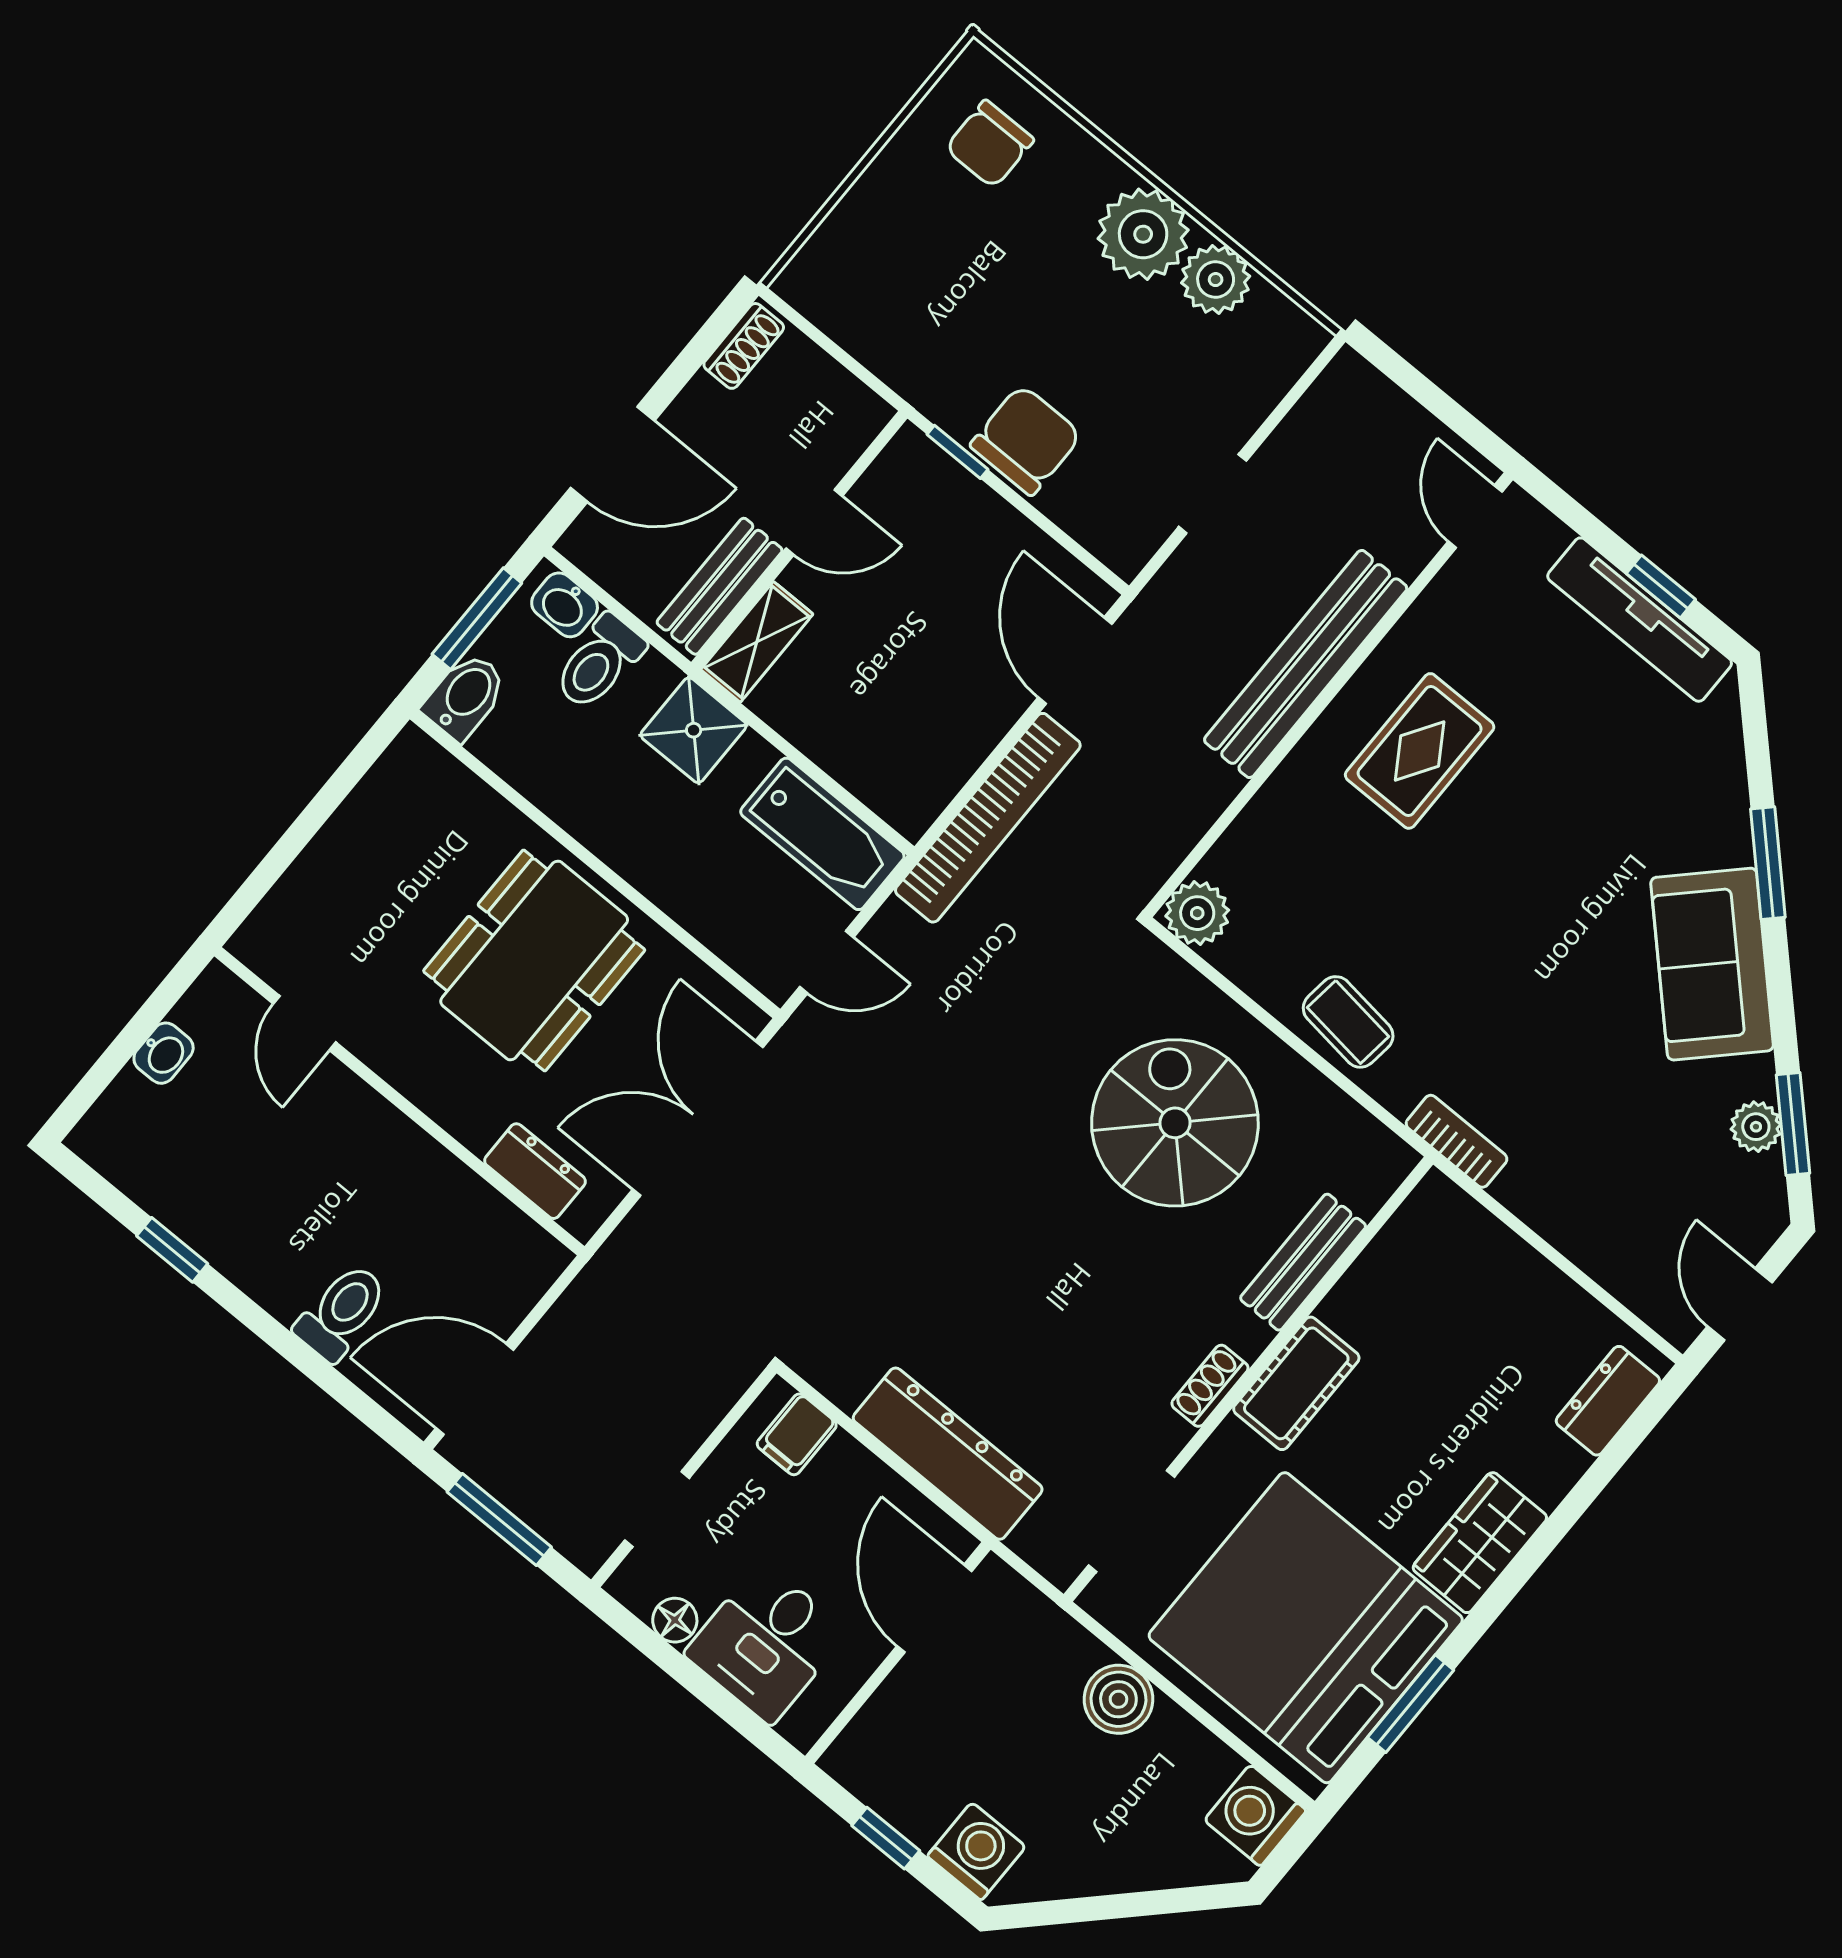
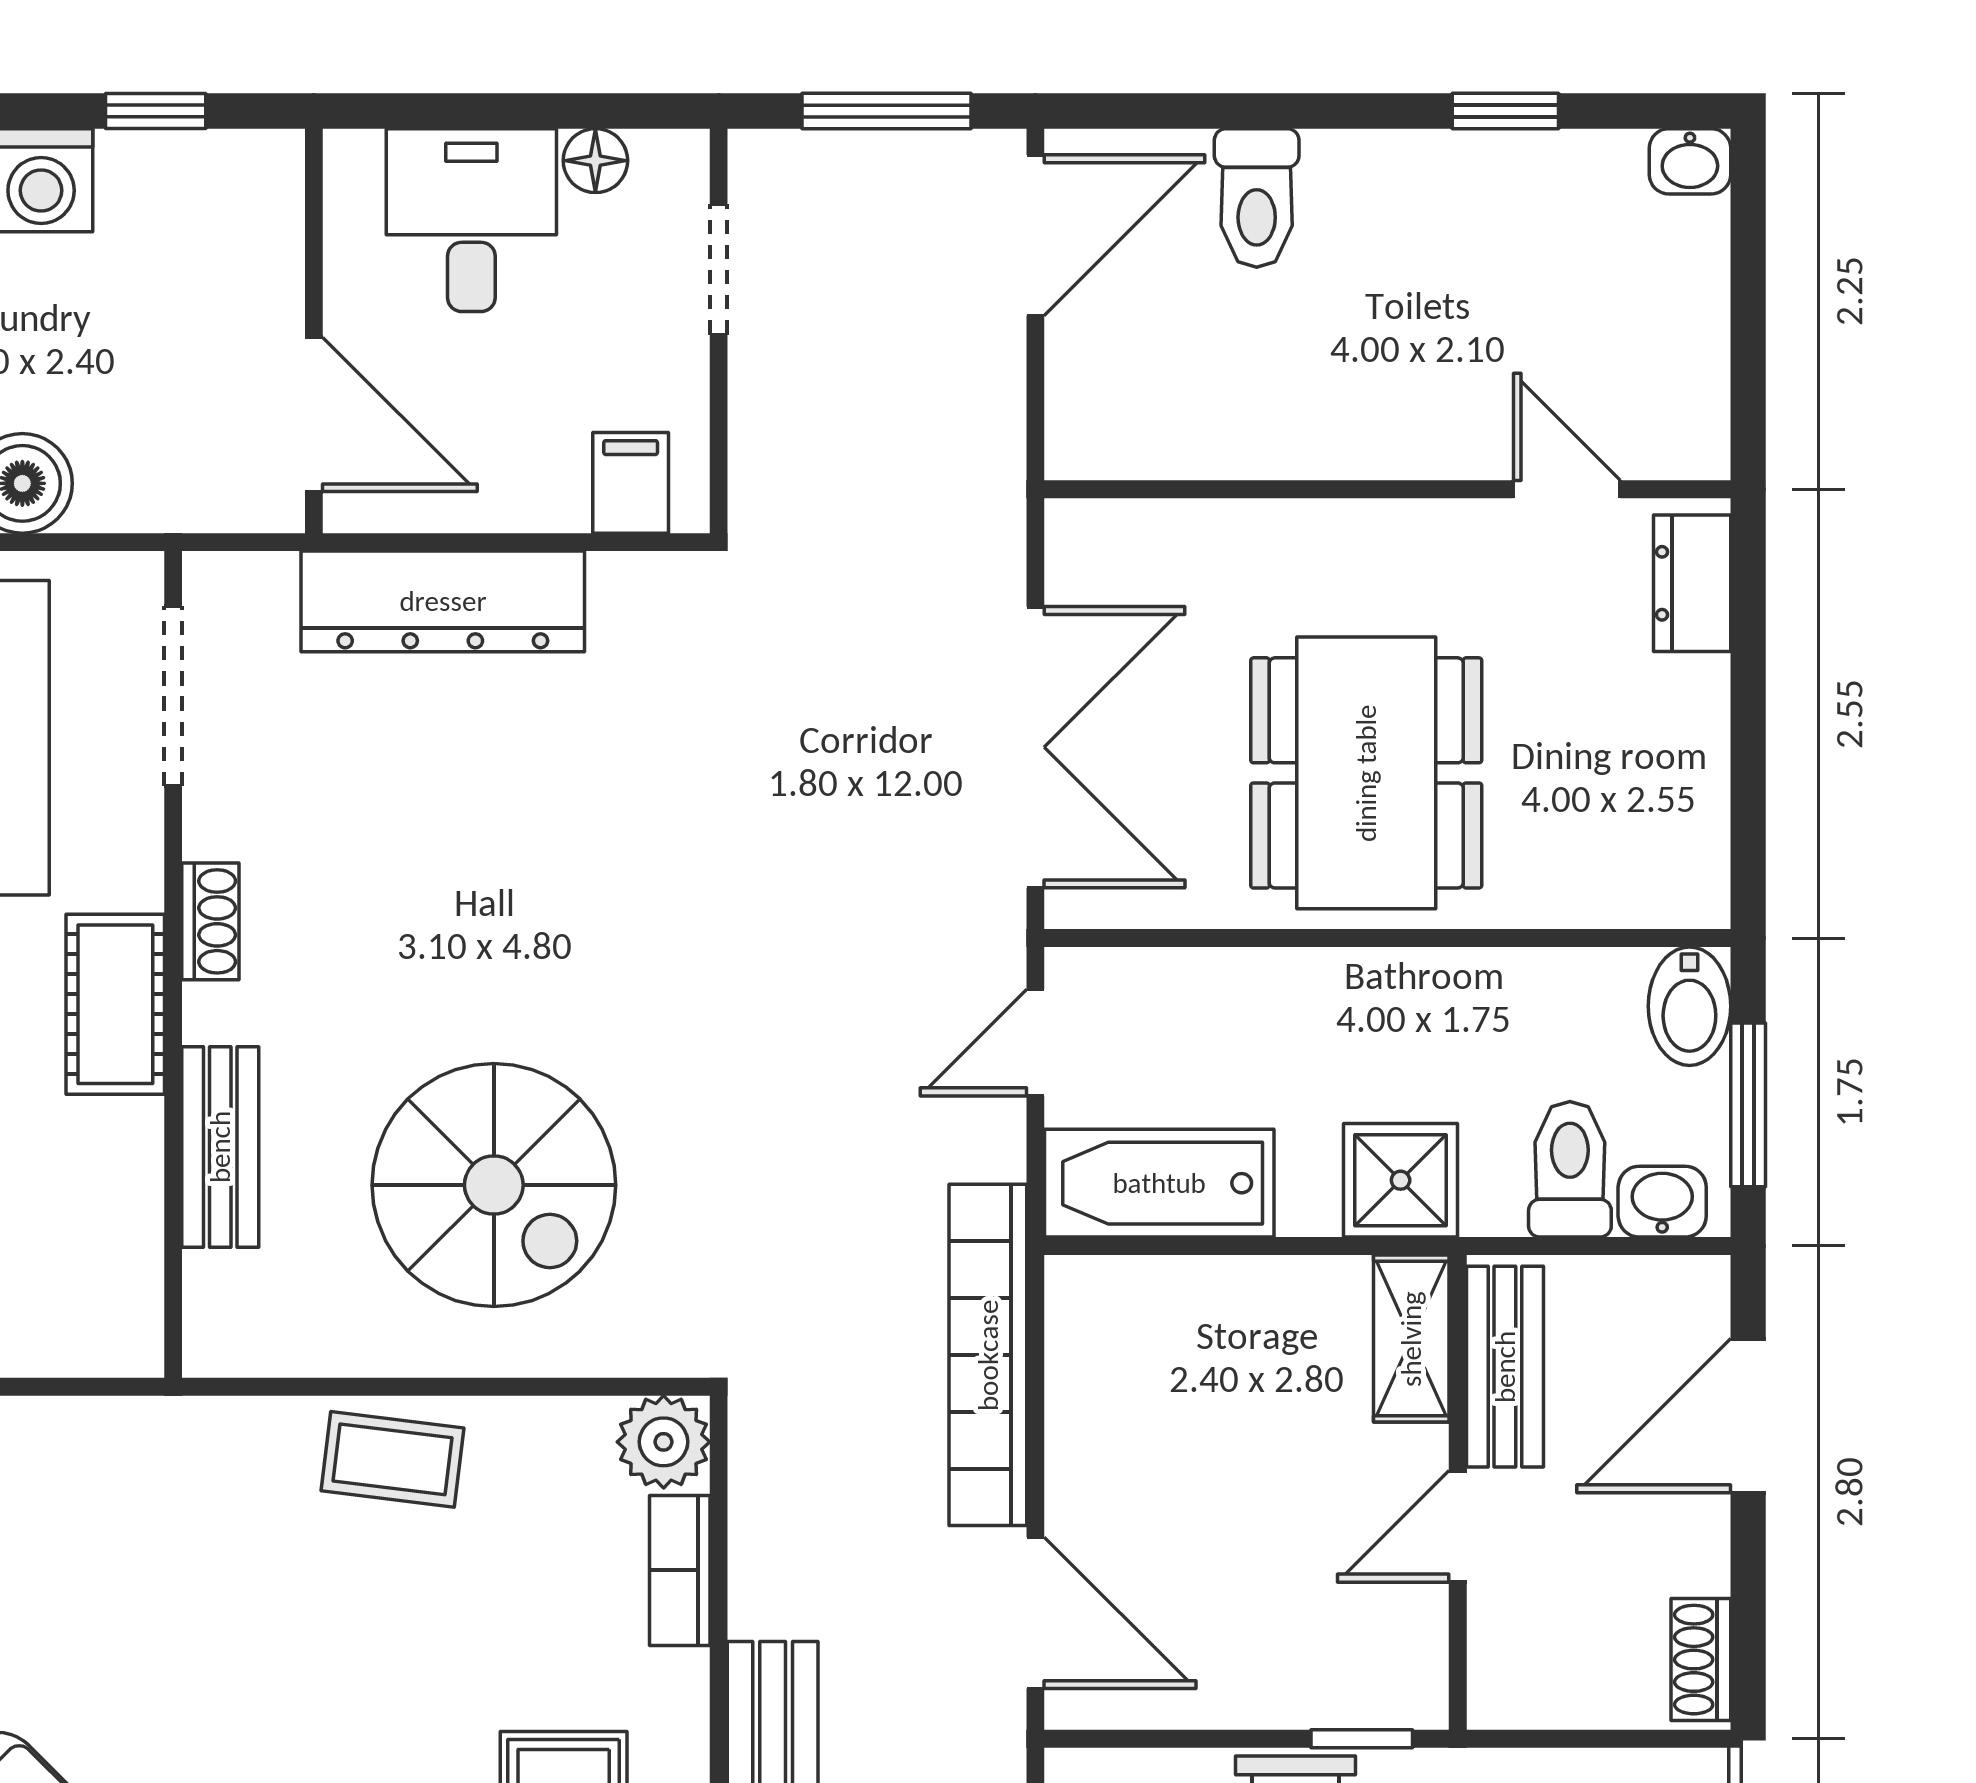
washbasin: (164, 1053) -> (1690, 161), moved, turned -90
bookcase: (1457, 1141) -> (680, 1570), moved, turned 90
dresser: (535, 1171) -> (1692, 583), moved, turned 90

